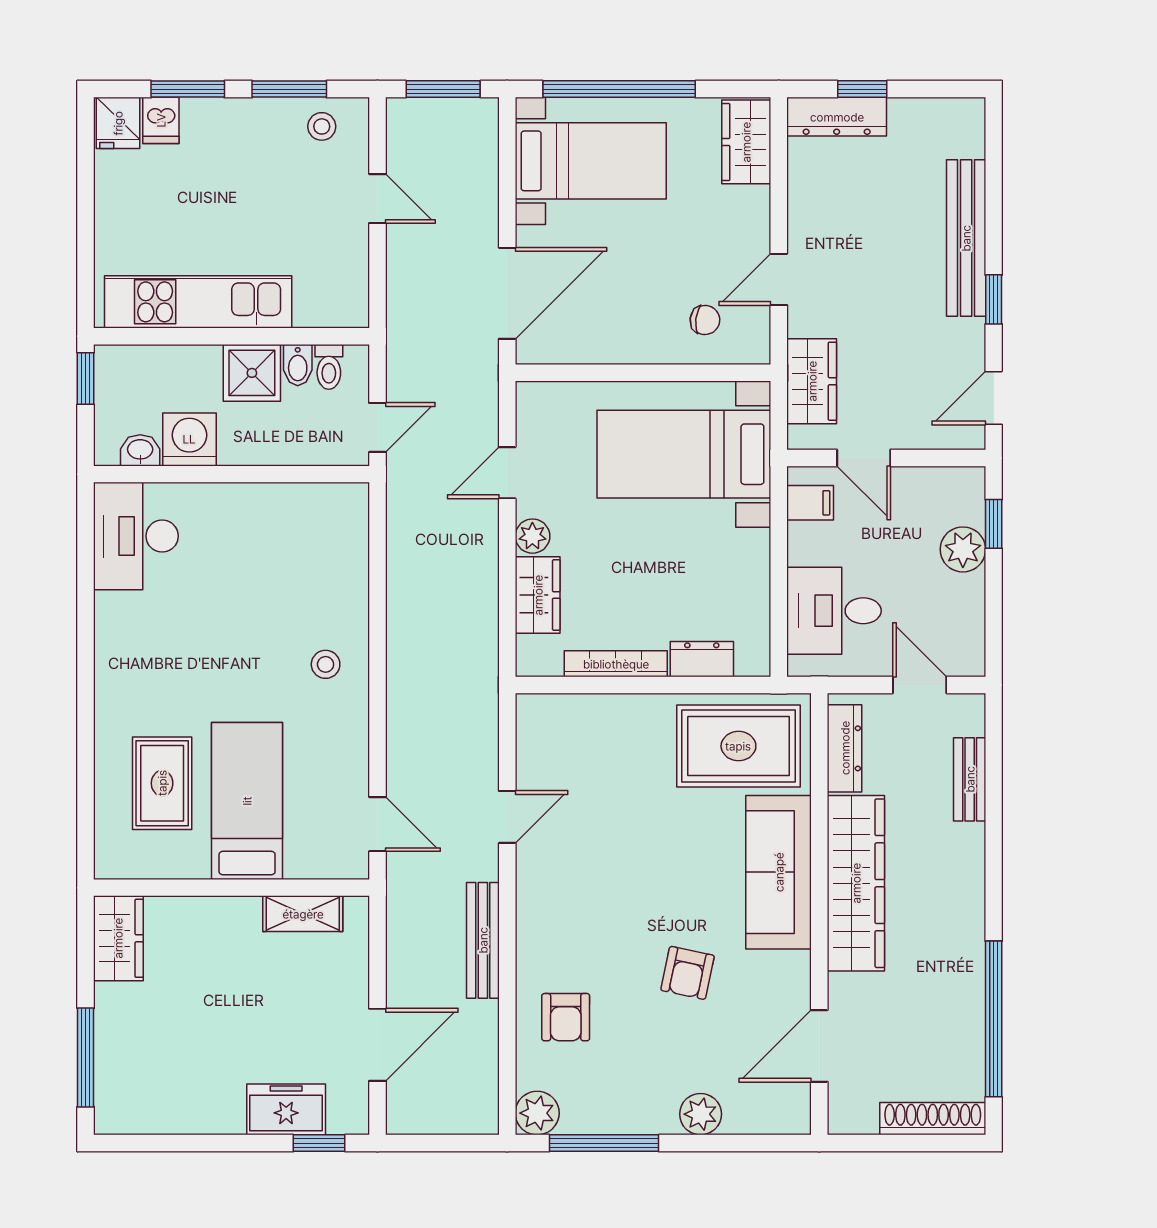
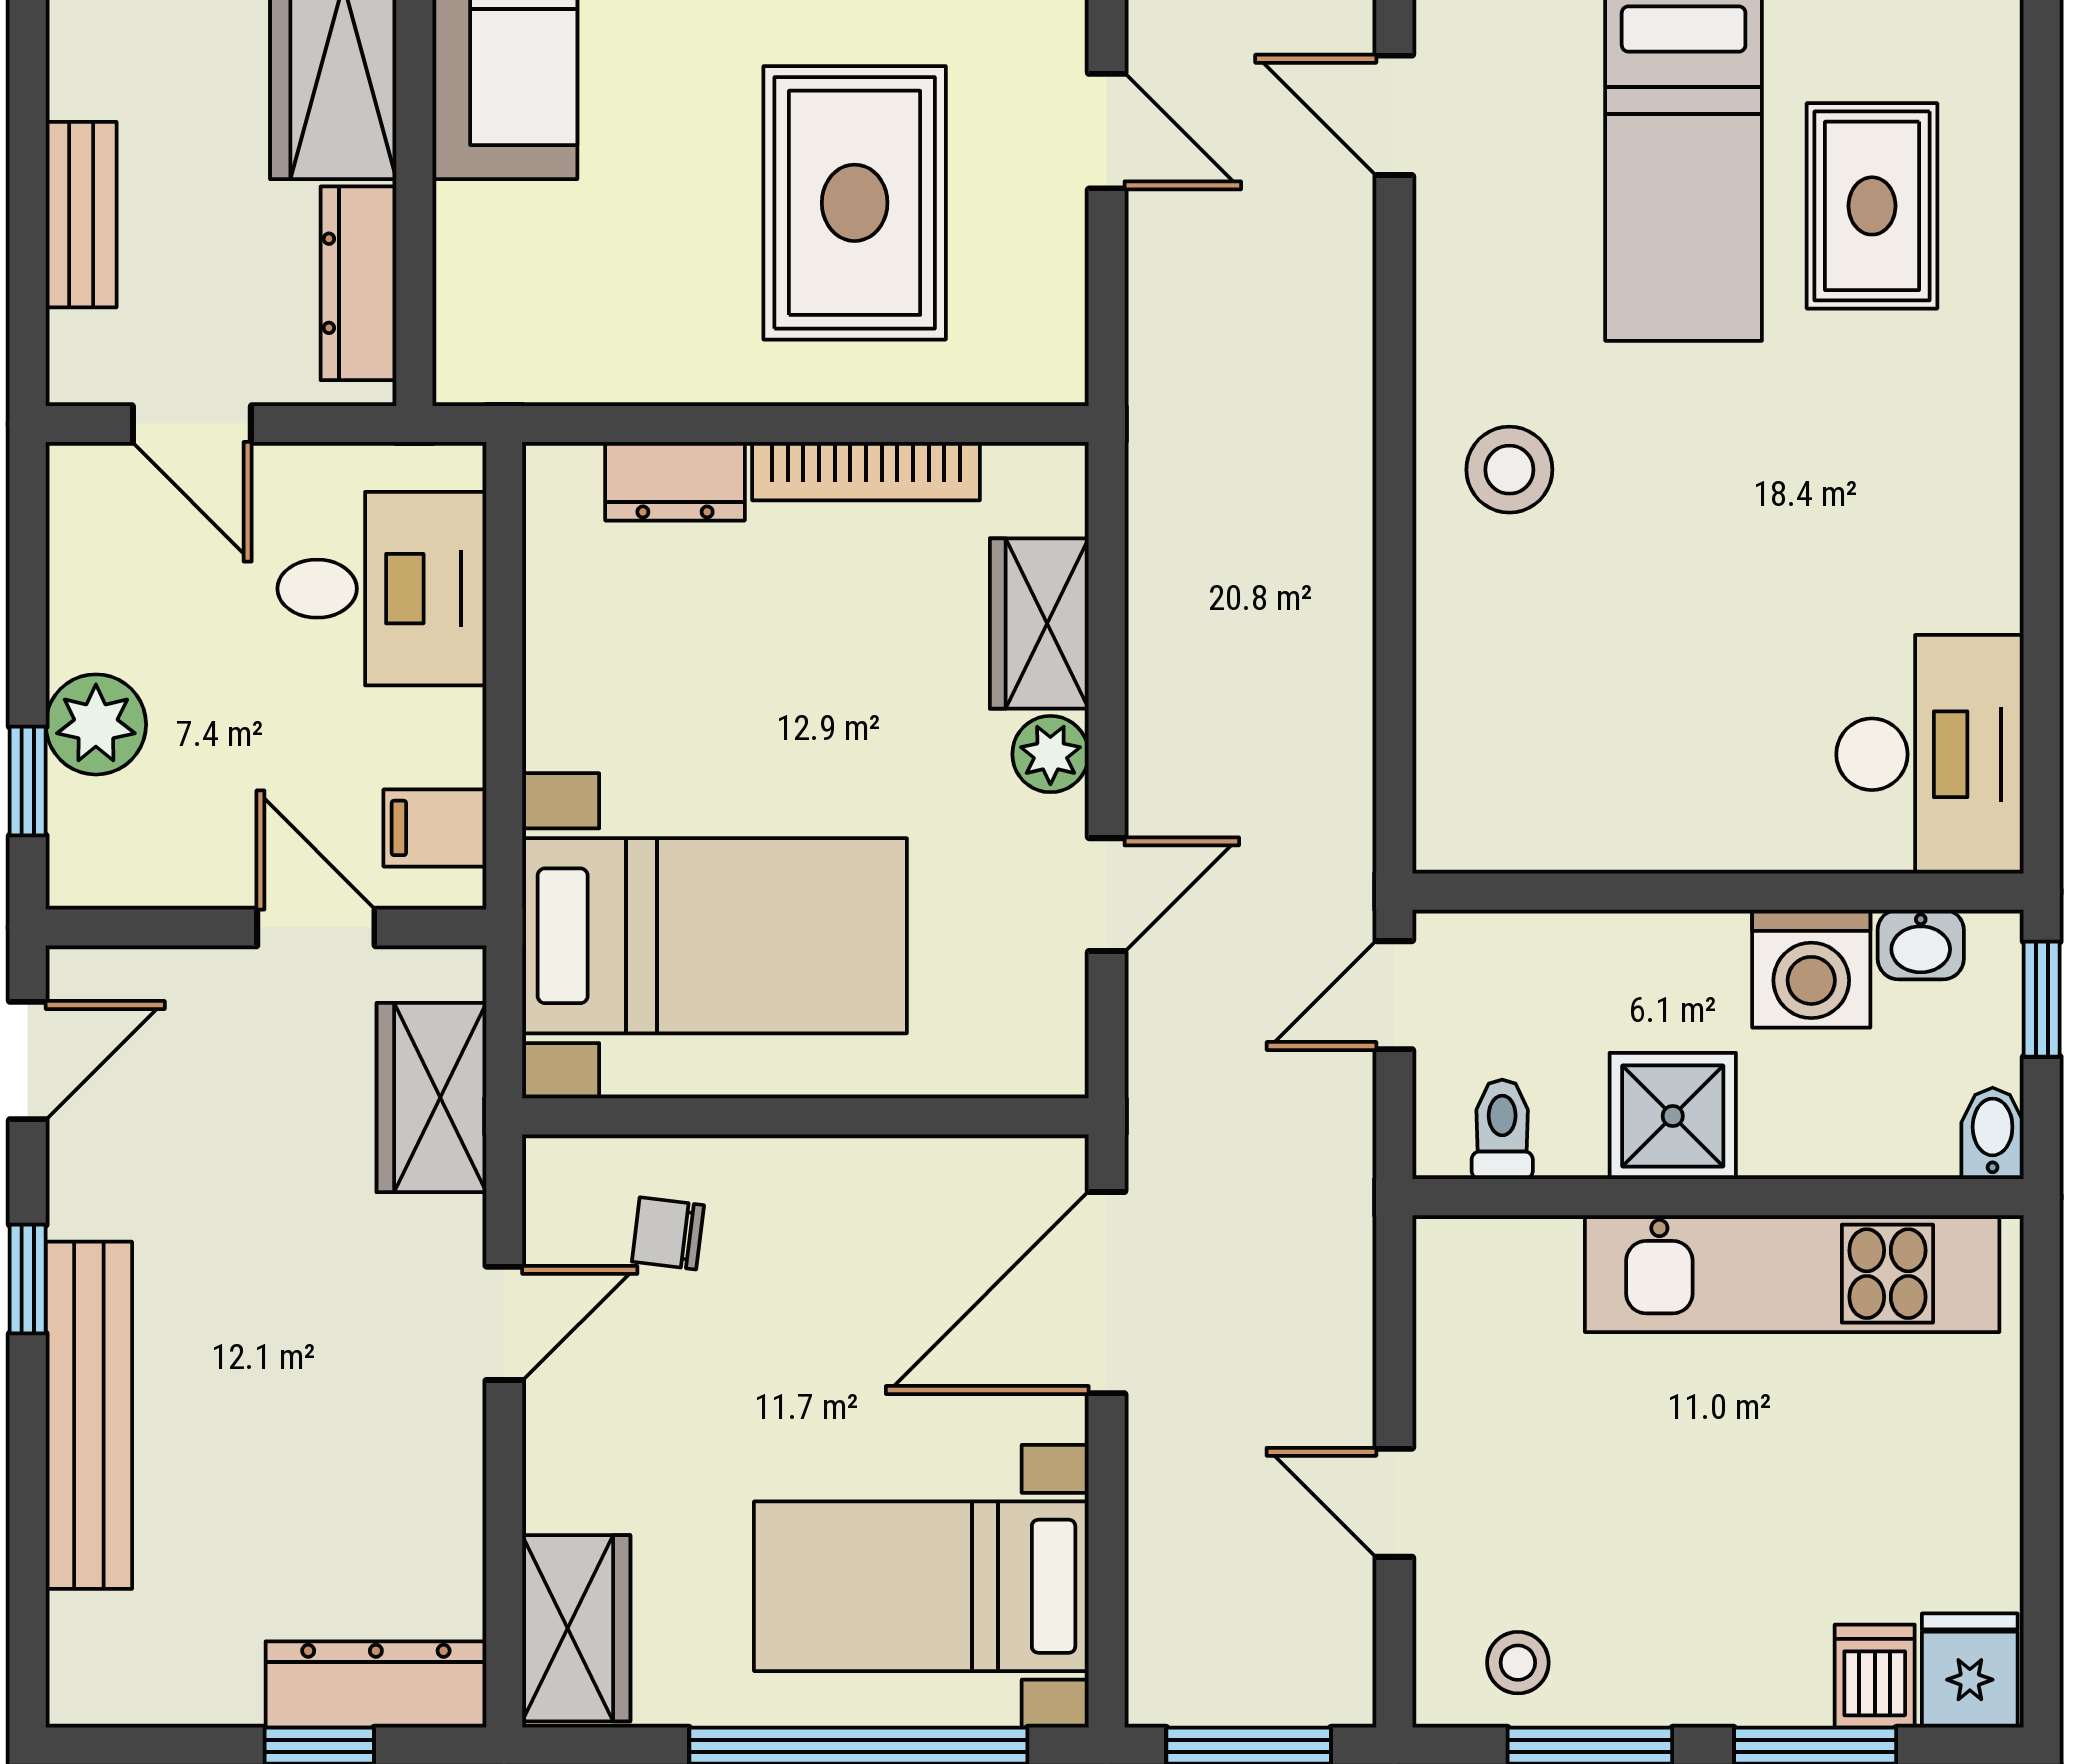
bidet: (298, 365) -> (1993, 1133), moved
window: (86, 378) -> (2042, 999), moved
stool: (326, 664) -> (1509, 470), width x1.37, depth x1.37
rug: (738, 746) -> (855, 203), moved, turned 90
door: (507, 817) -> (1107, 131), swing flipped

